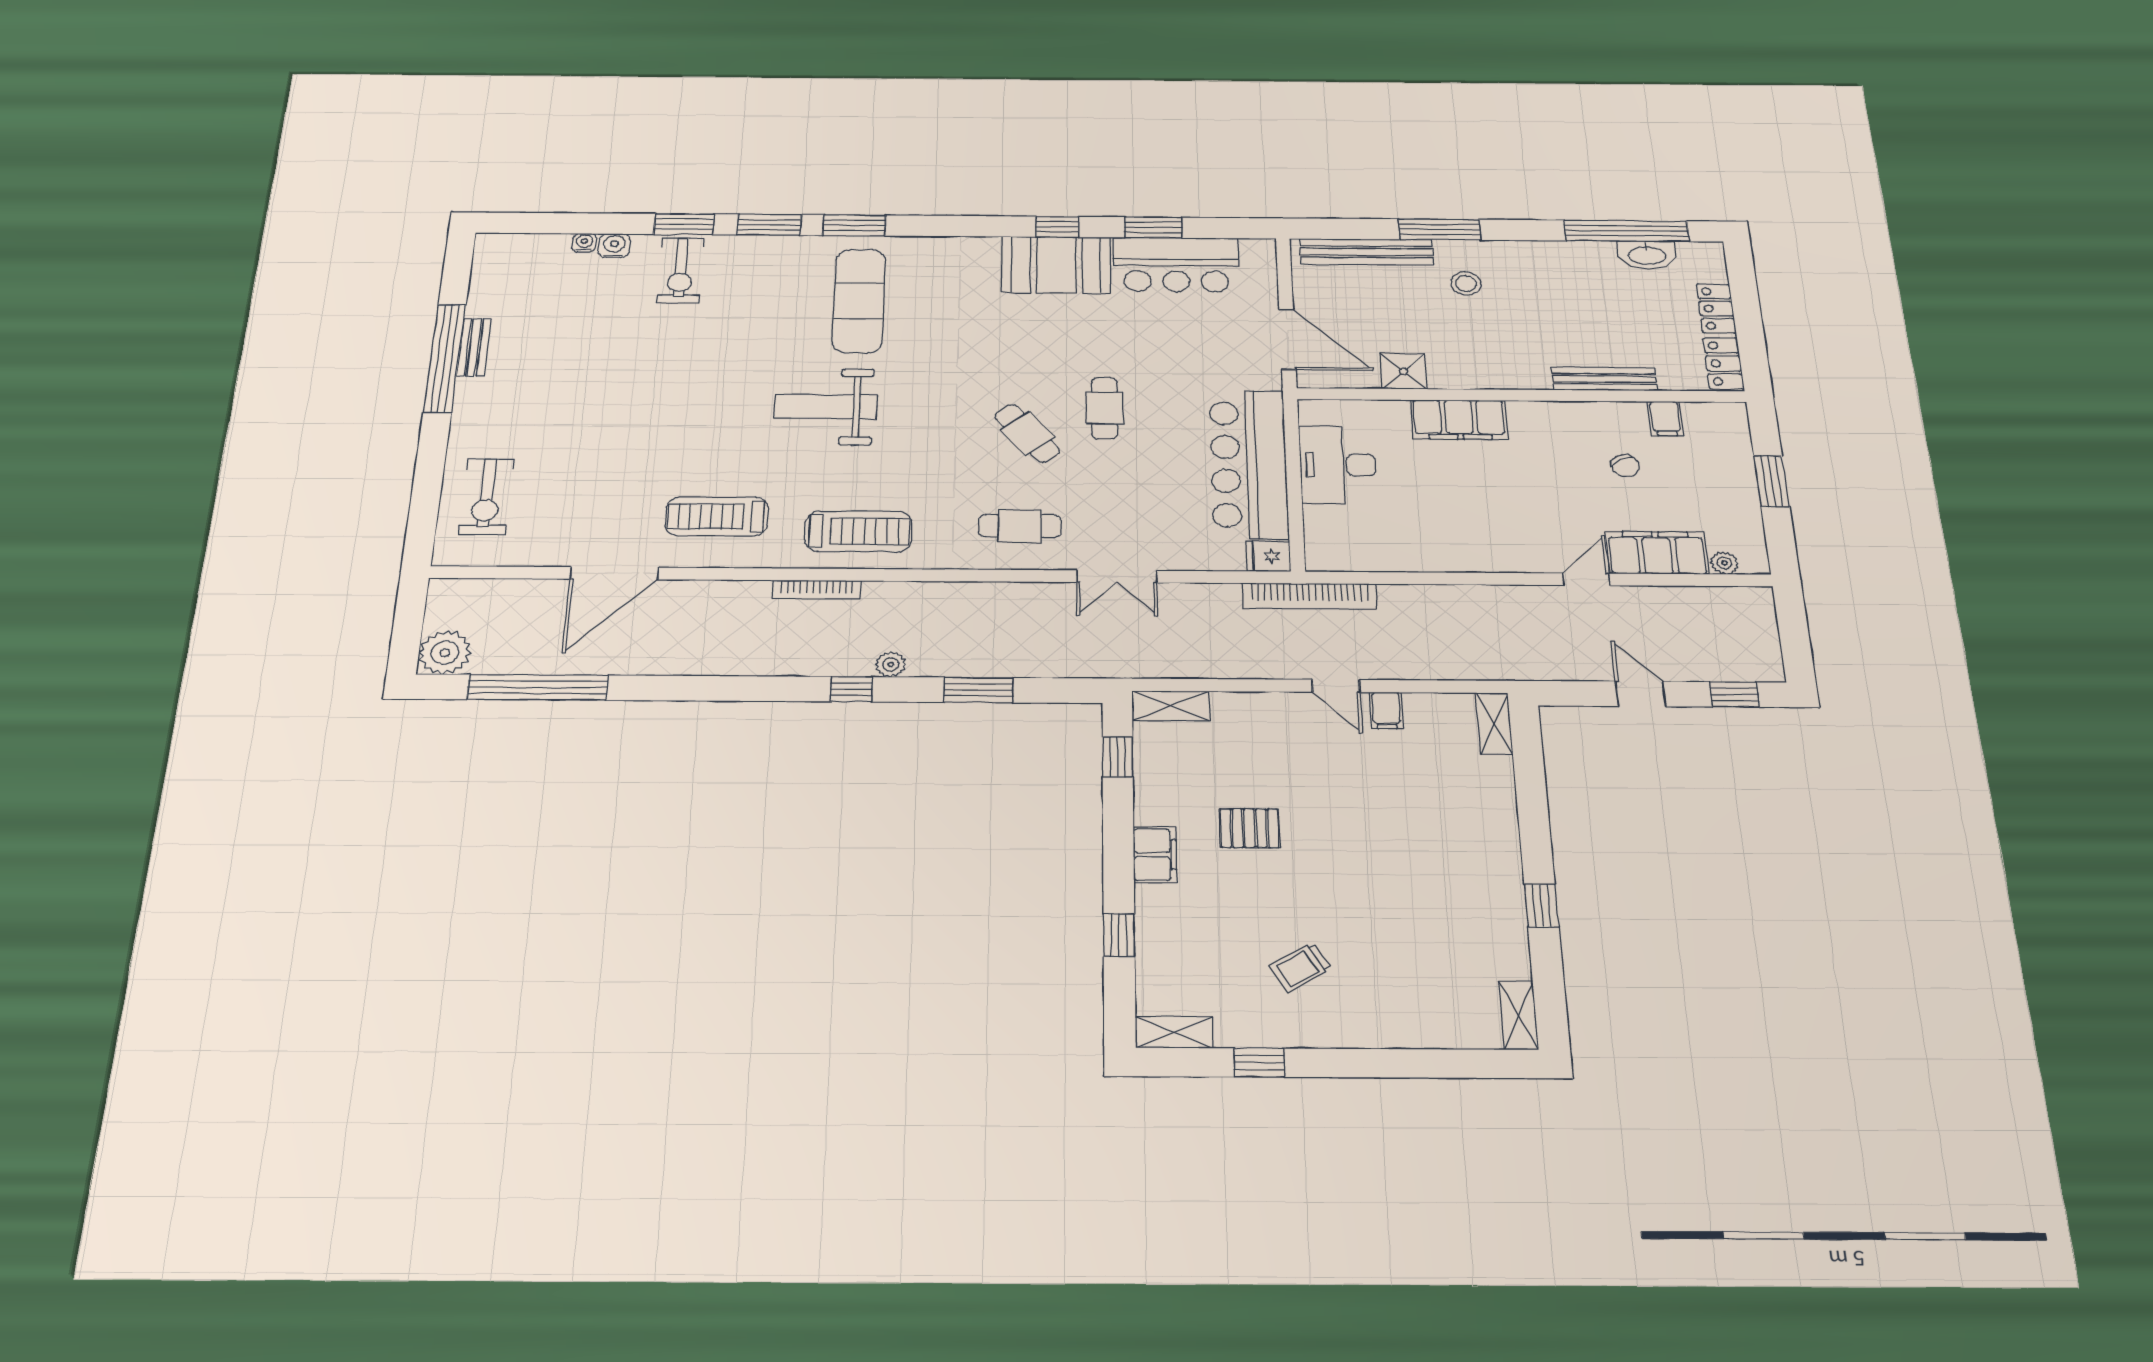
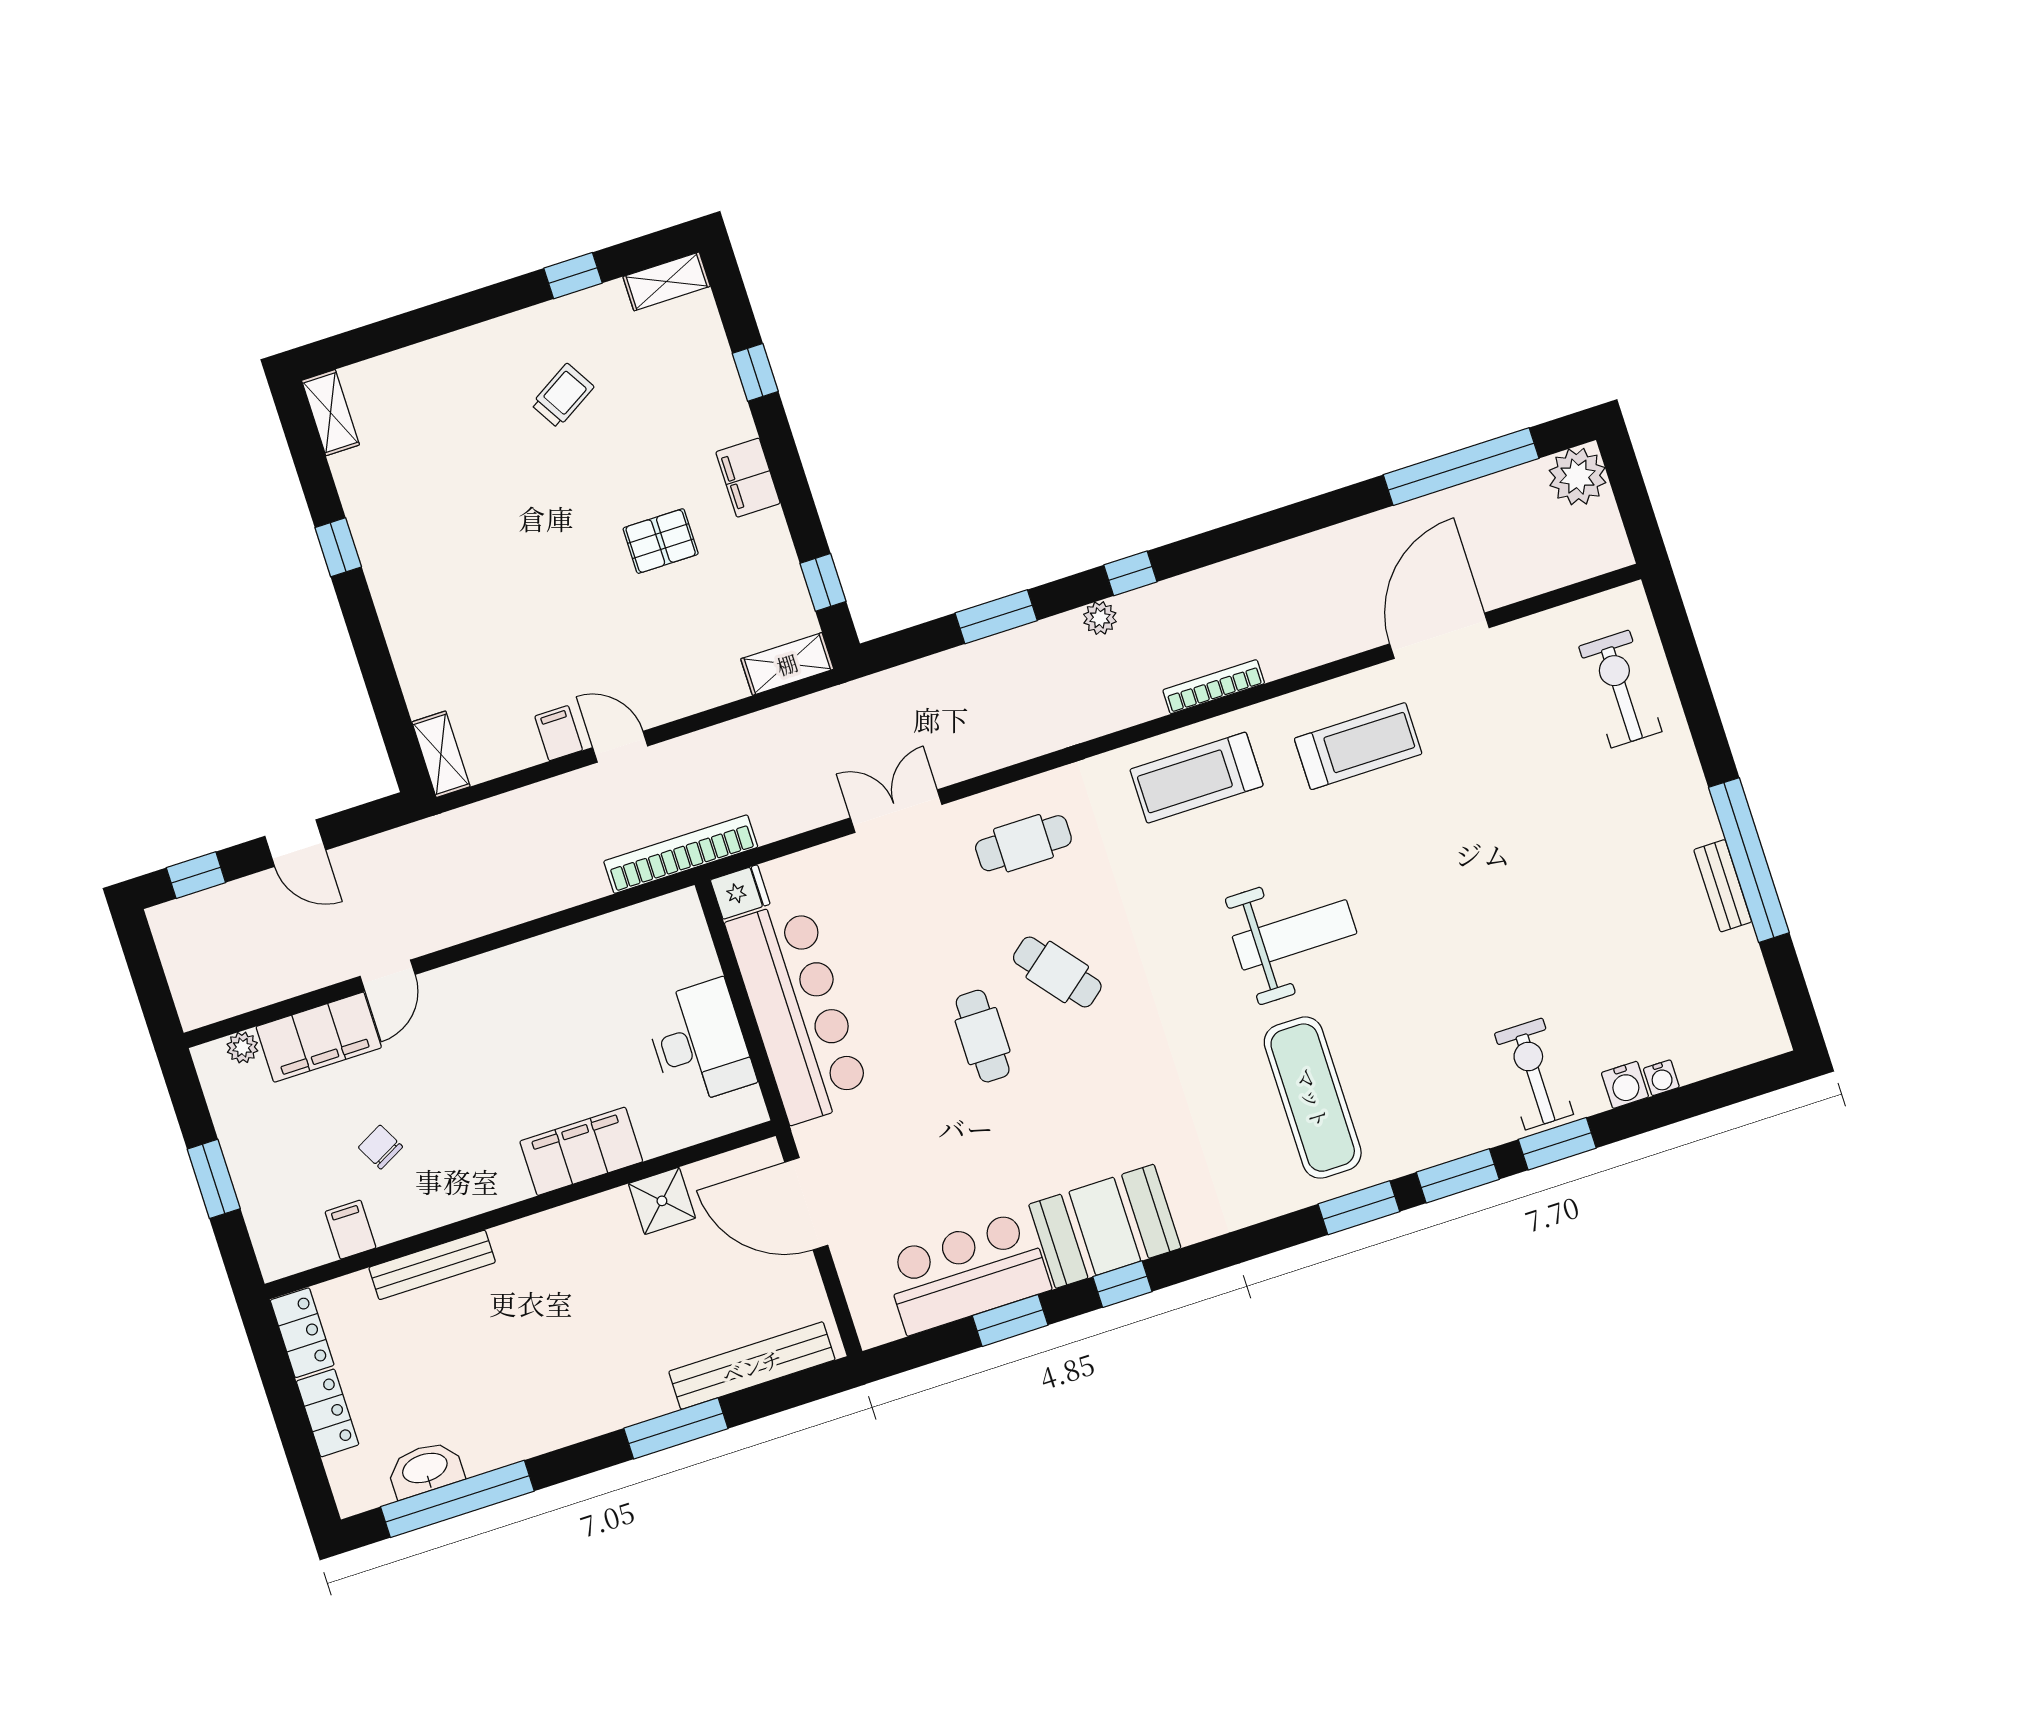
stool: (1466, 284) -> (624, 1355), removed

